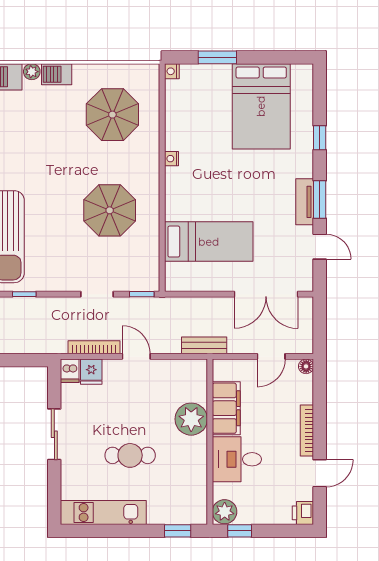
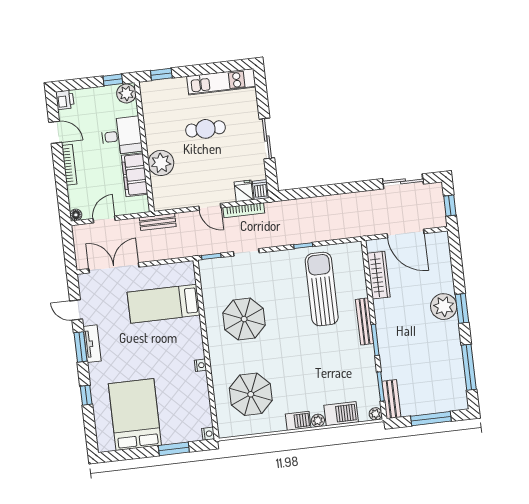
door: (320, 473) -> (55, 132), swing flipped

